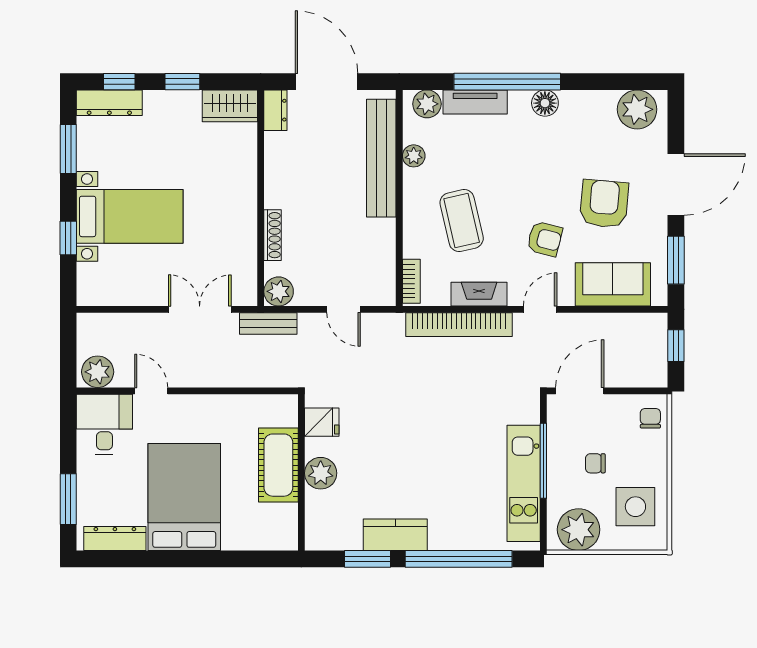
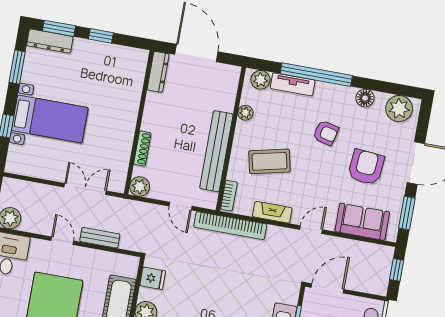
window: (119, 82) -> (59, 28), width x1.50
floor lamp: (545, 103) -> (365, 98), moved
wardrobe: (230, 106) -> (129, 58), removed
dresser: (275, 110) -> (158, 72), width x1.44
bench: (381, 158) -> (216, 151), moved
coffee table: (462, 221) -> (269, 161), turned 90
armchair: (545, 239) -> (326, 133), moved
bench: (268, 324) -> (100, 238), moved
bookcase: (459, 325) -> (230, 226), moved
door: (151, 391) -> (62, 241), moved

